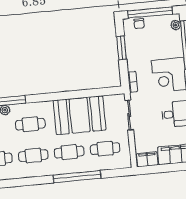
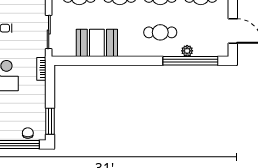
window: (122, 48) -> (50, 121), moved
booth: (80, 115) -> (97, 43), width x0.73, depth x0.70

